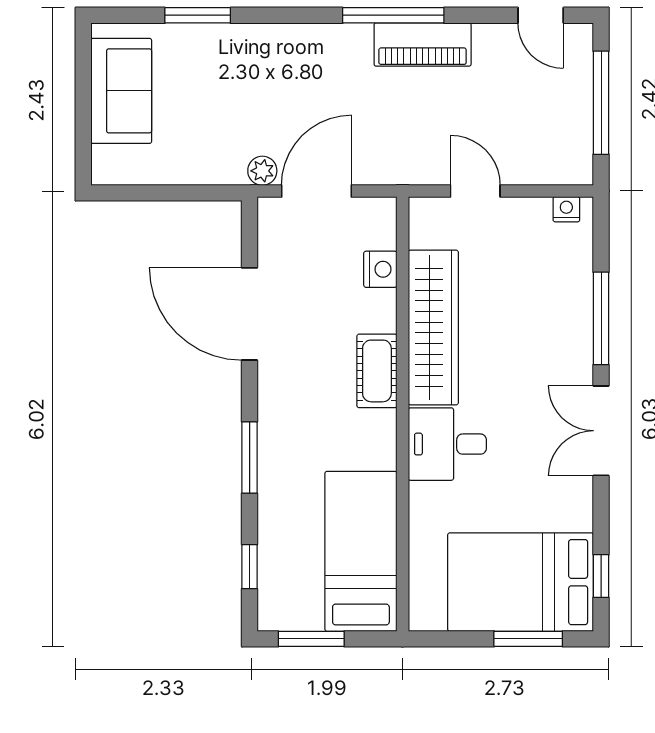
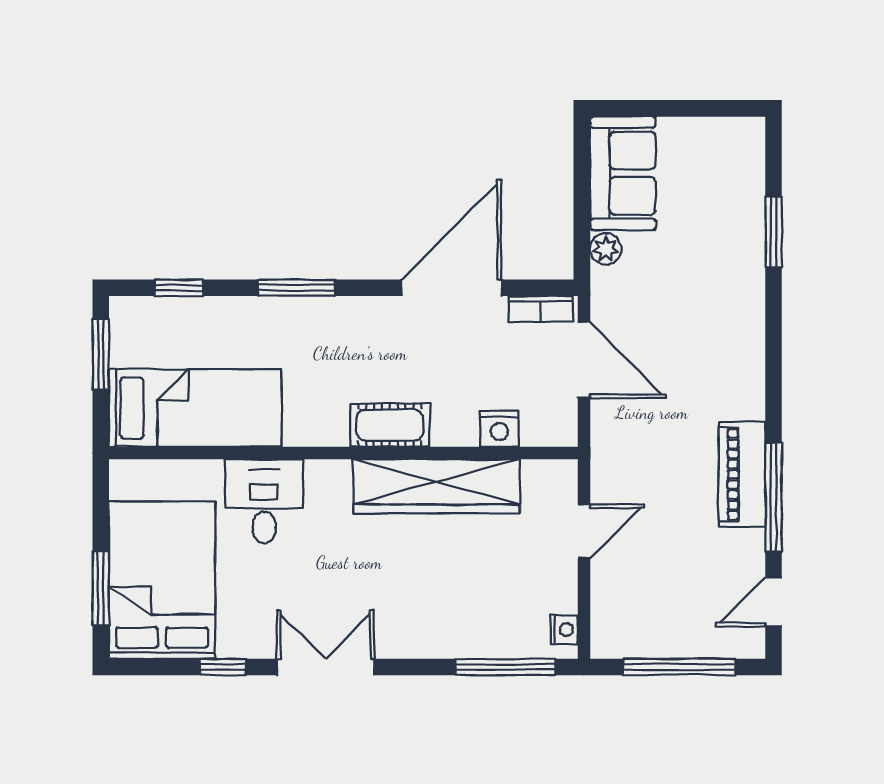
window: (393, 15) -> (774, 497), moved
sofa: (121, 91) -> (623, 173), moved, turned -90
plant: (262, 171) -> (606, 249), moved
bookcase: (269, 231) -> (541, 309), added
window: (601, 318) -> (505, 667), moved
desk: (447, 444) -> (264, 501), moved
window: (601, 576) -> (223, 667), moved

